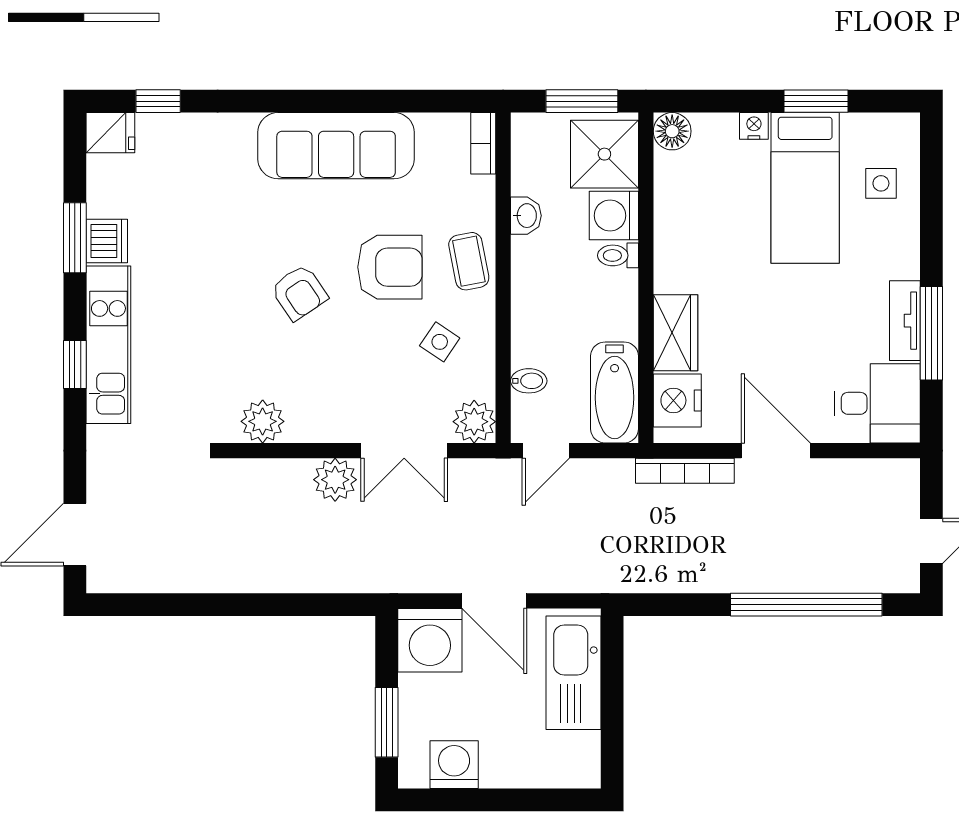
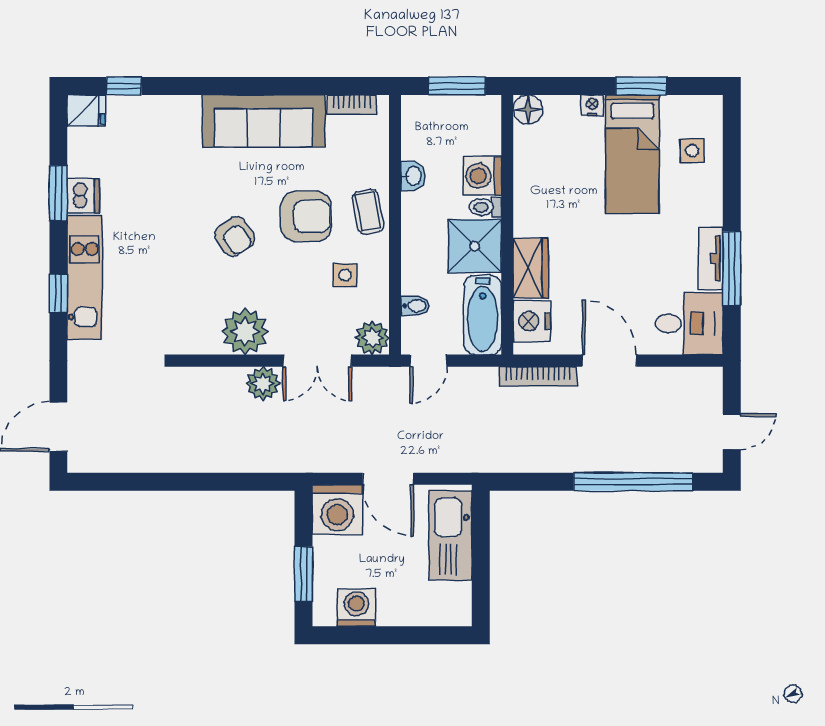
bookcase: (483, 143) -> (352, 105), moved, turned -90
shower: (604, 154) -> (475, 246), moved
side table: (440, 342) -> (345, 275), turned -34
plant: (263, 421) -> (245, 332), moved, width x1.36, depth x1.36

